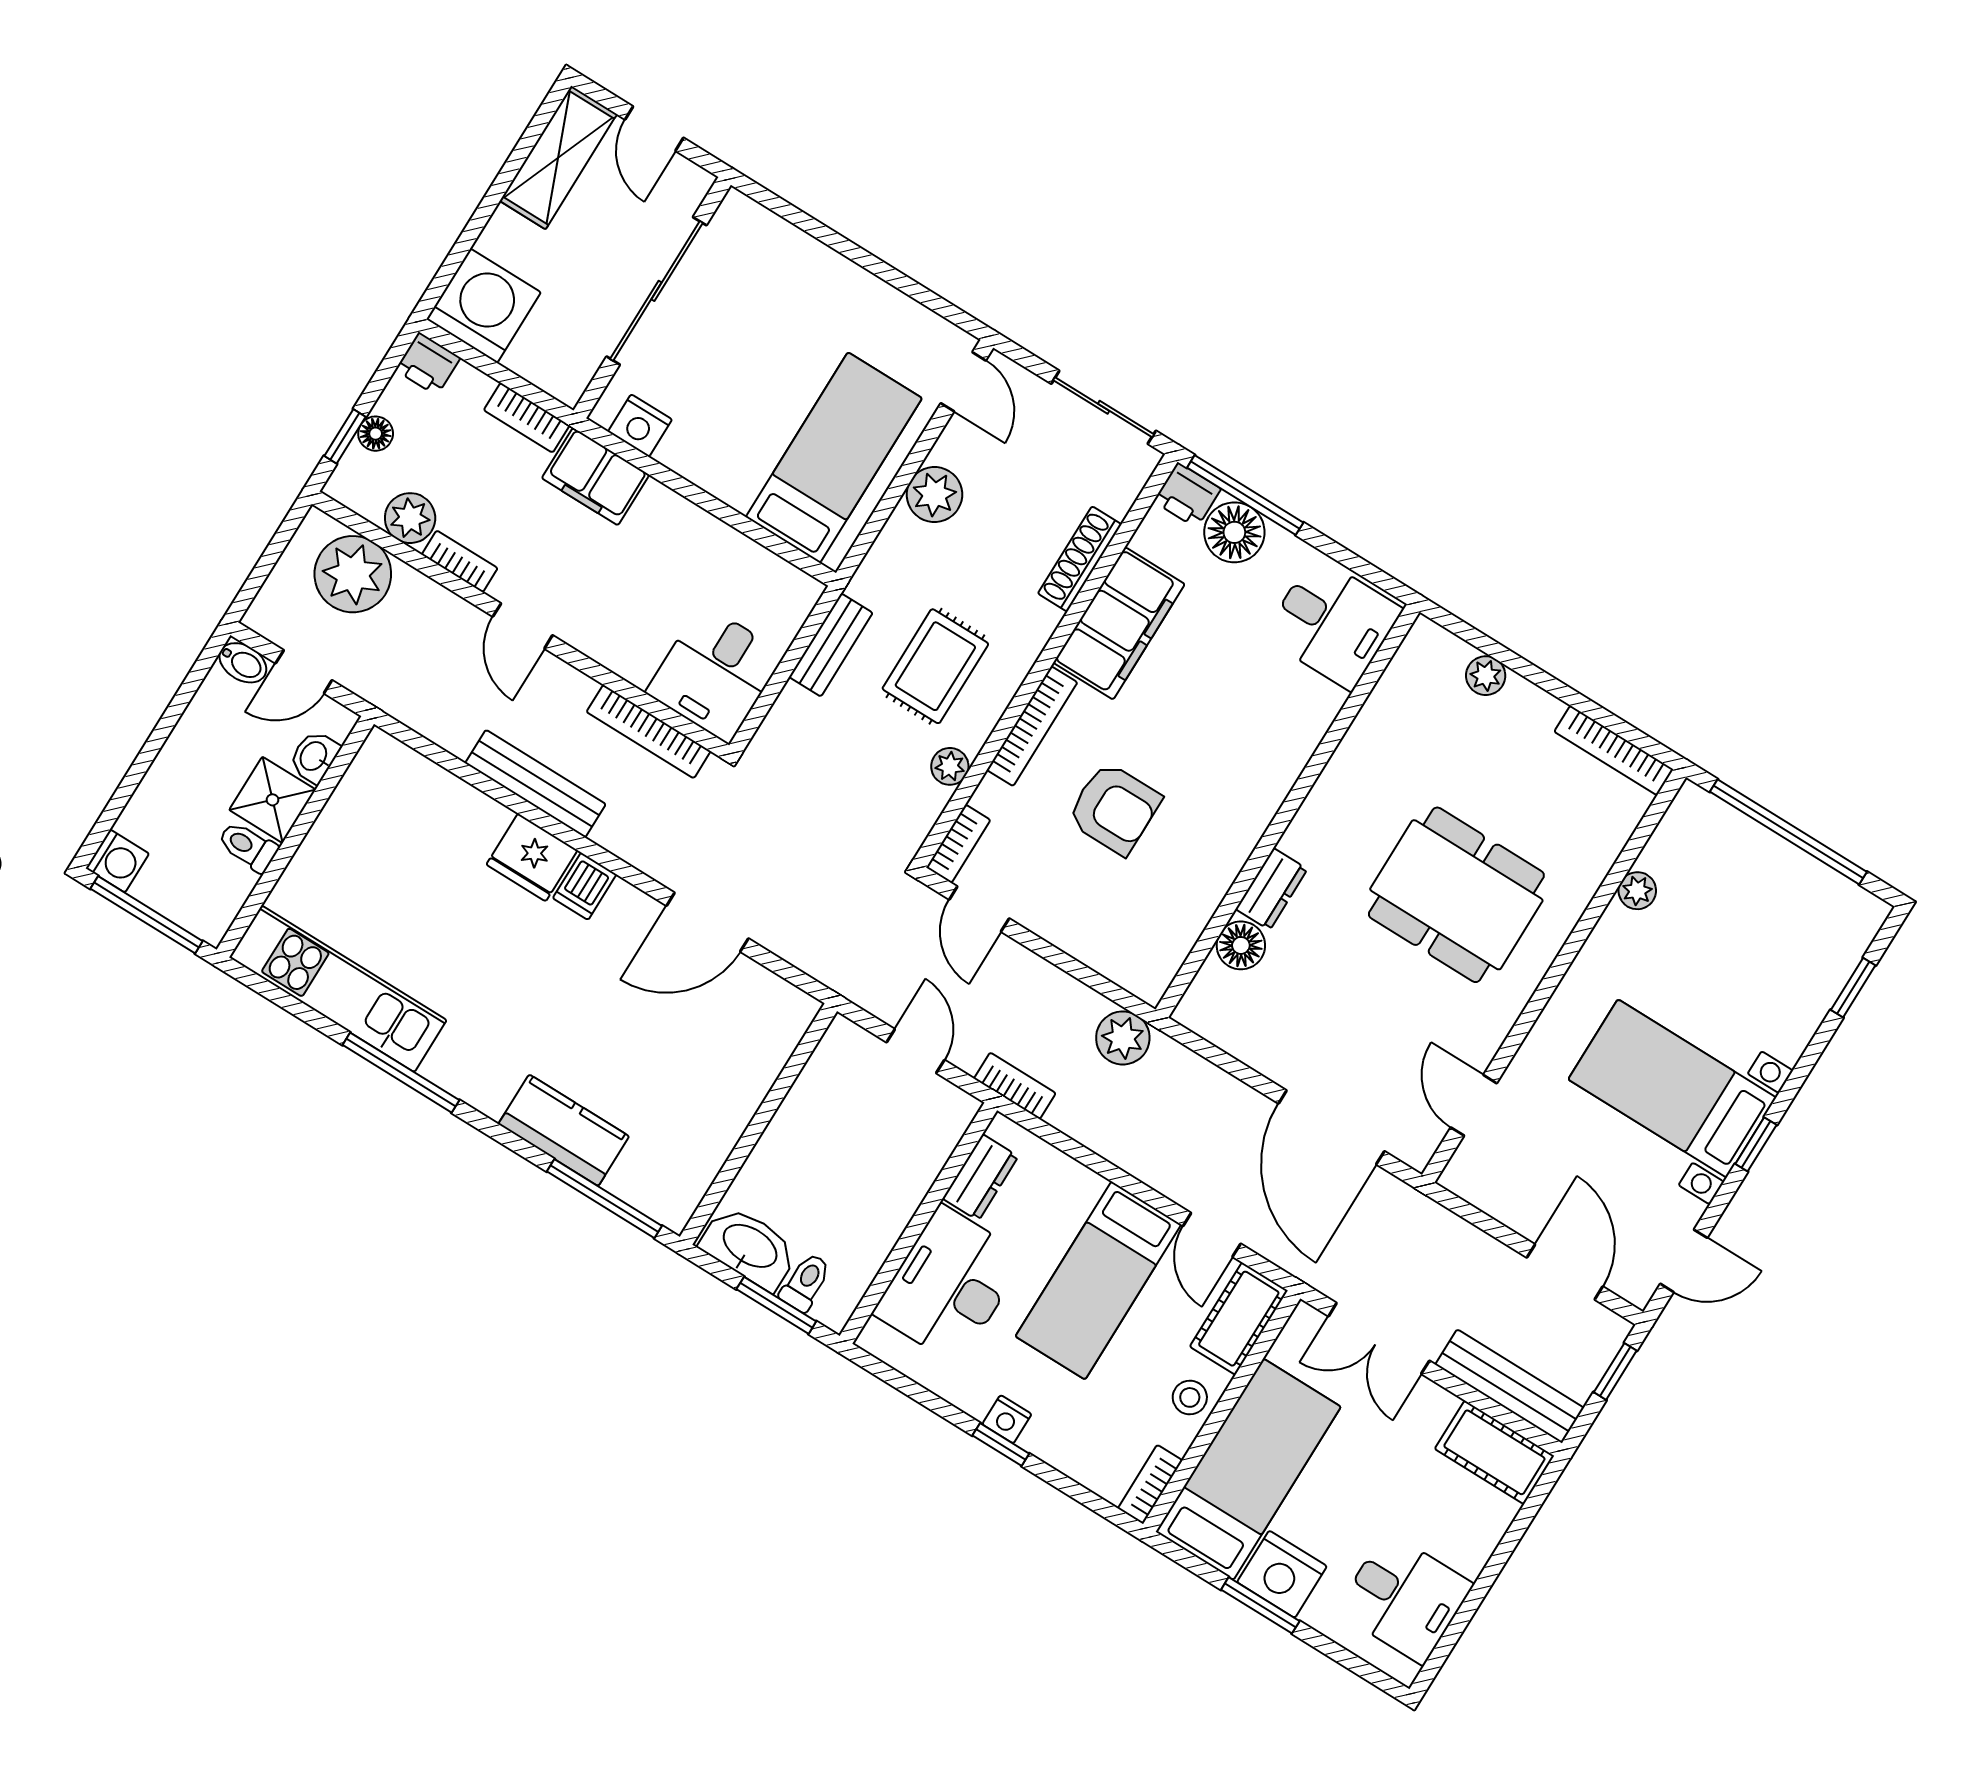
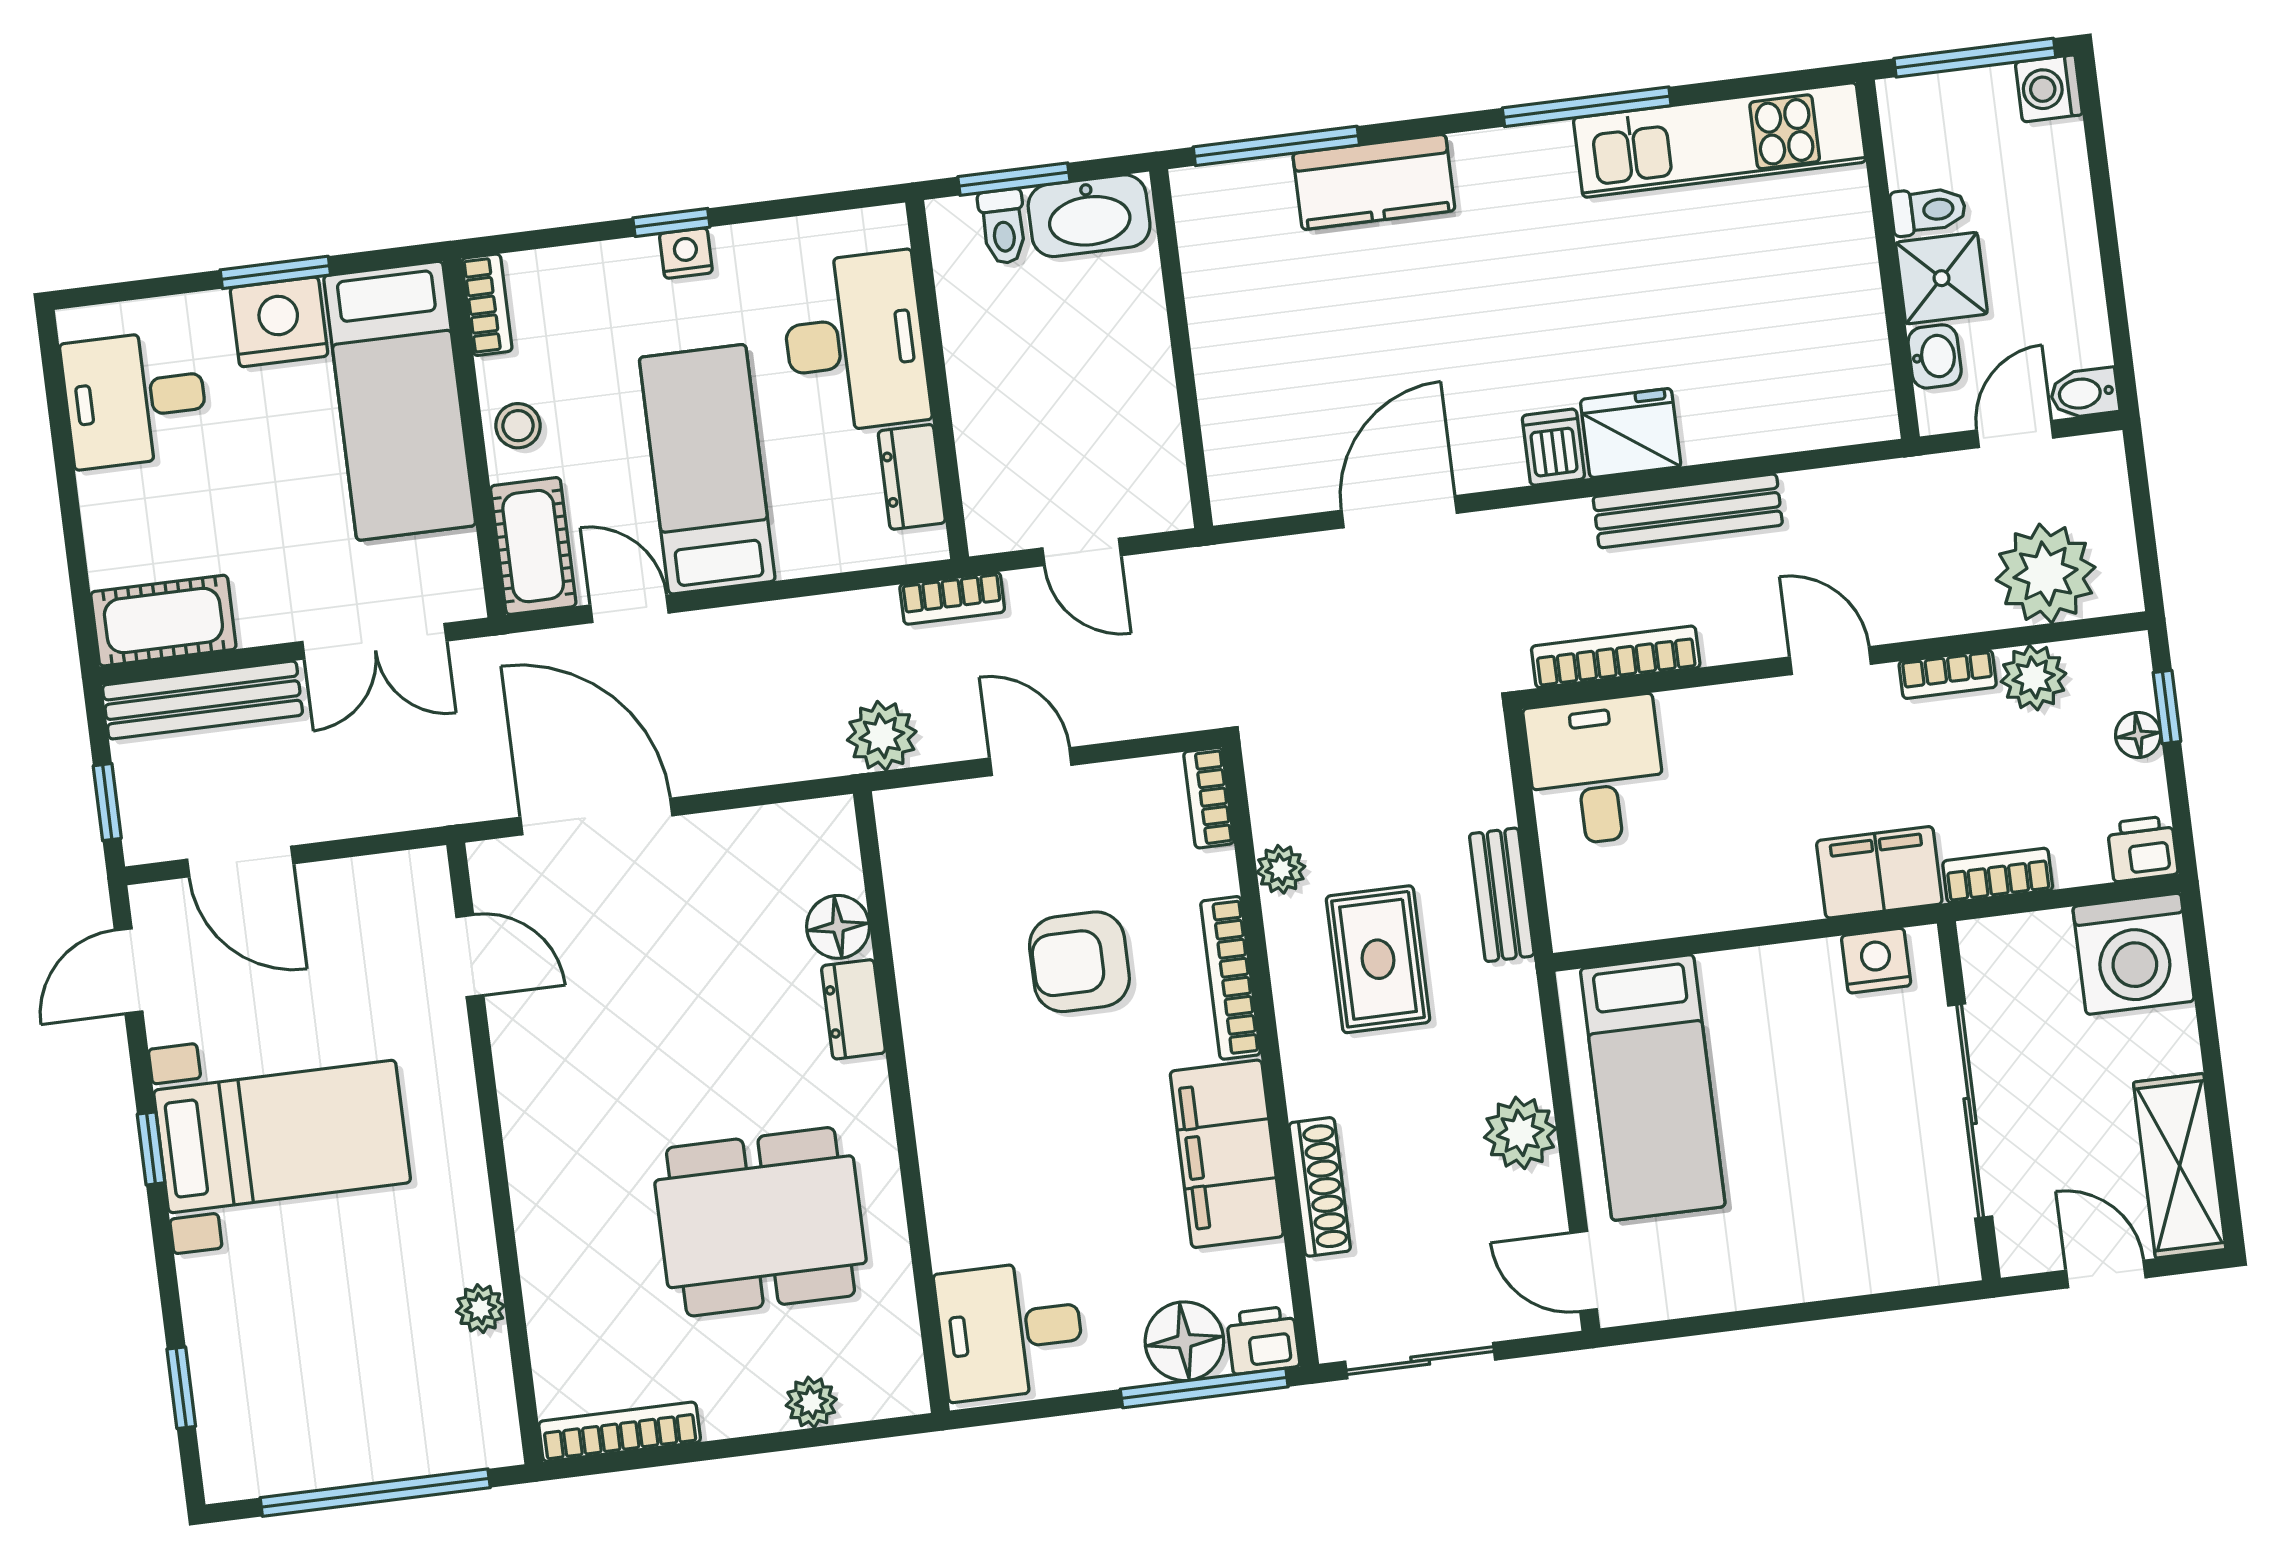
dining table: (1456, 895) -> (761, 1222), moved
door: (979, 909) -> (1031, 762), moved
double door: (1379, 1338) -> (374, 641), swing flipped

